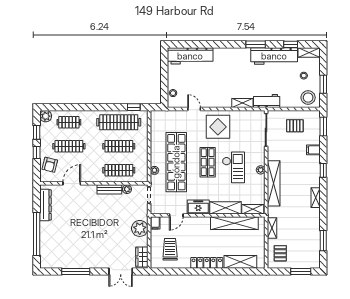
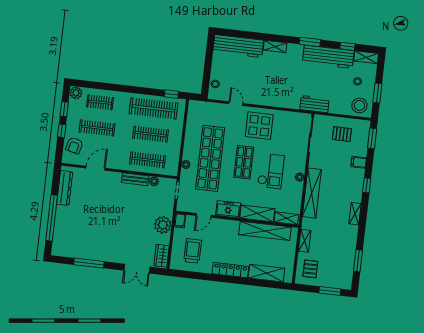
shelving: (242, 103) -> (275, 46), moved

